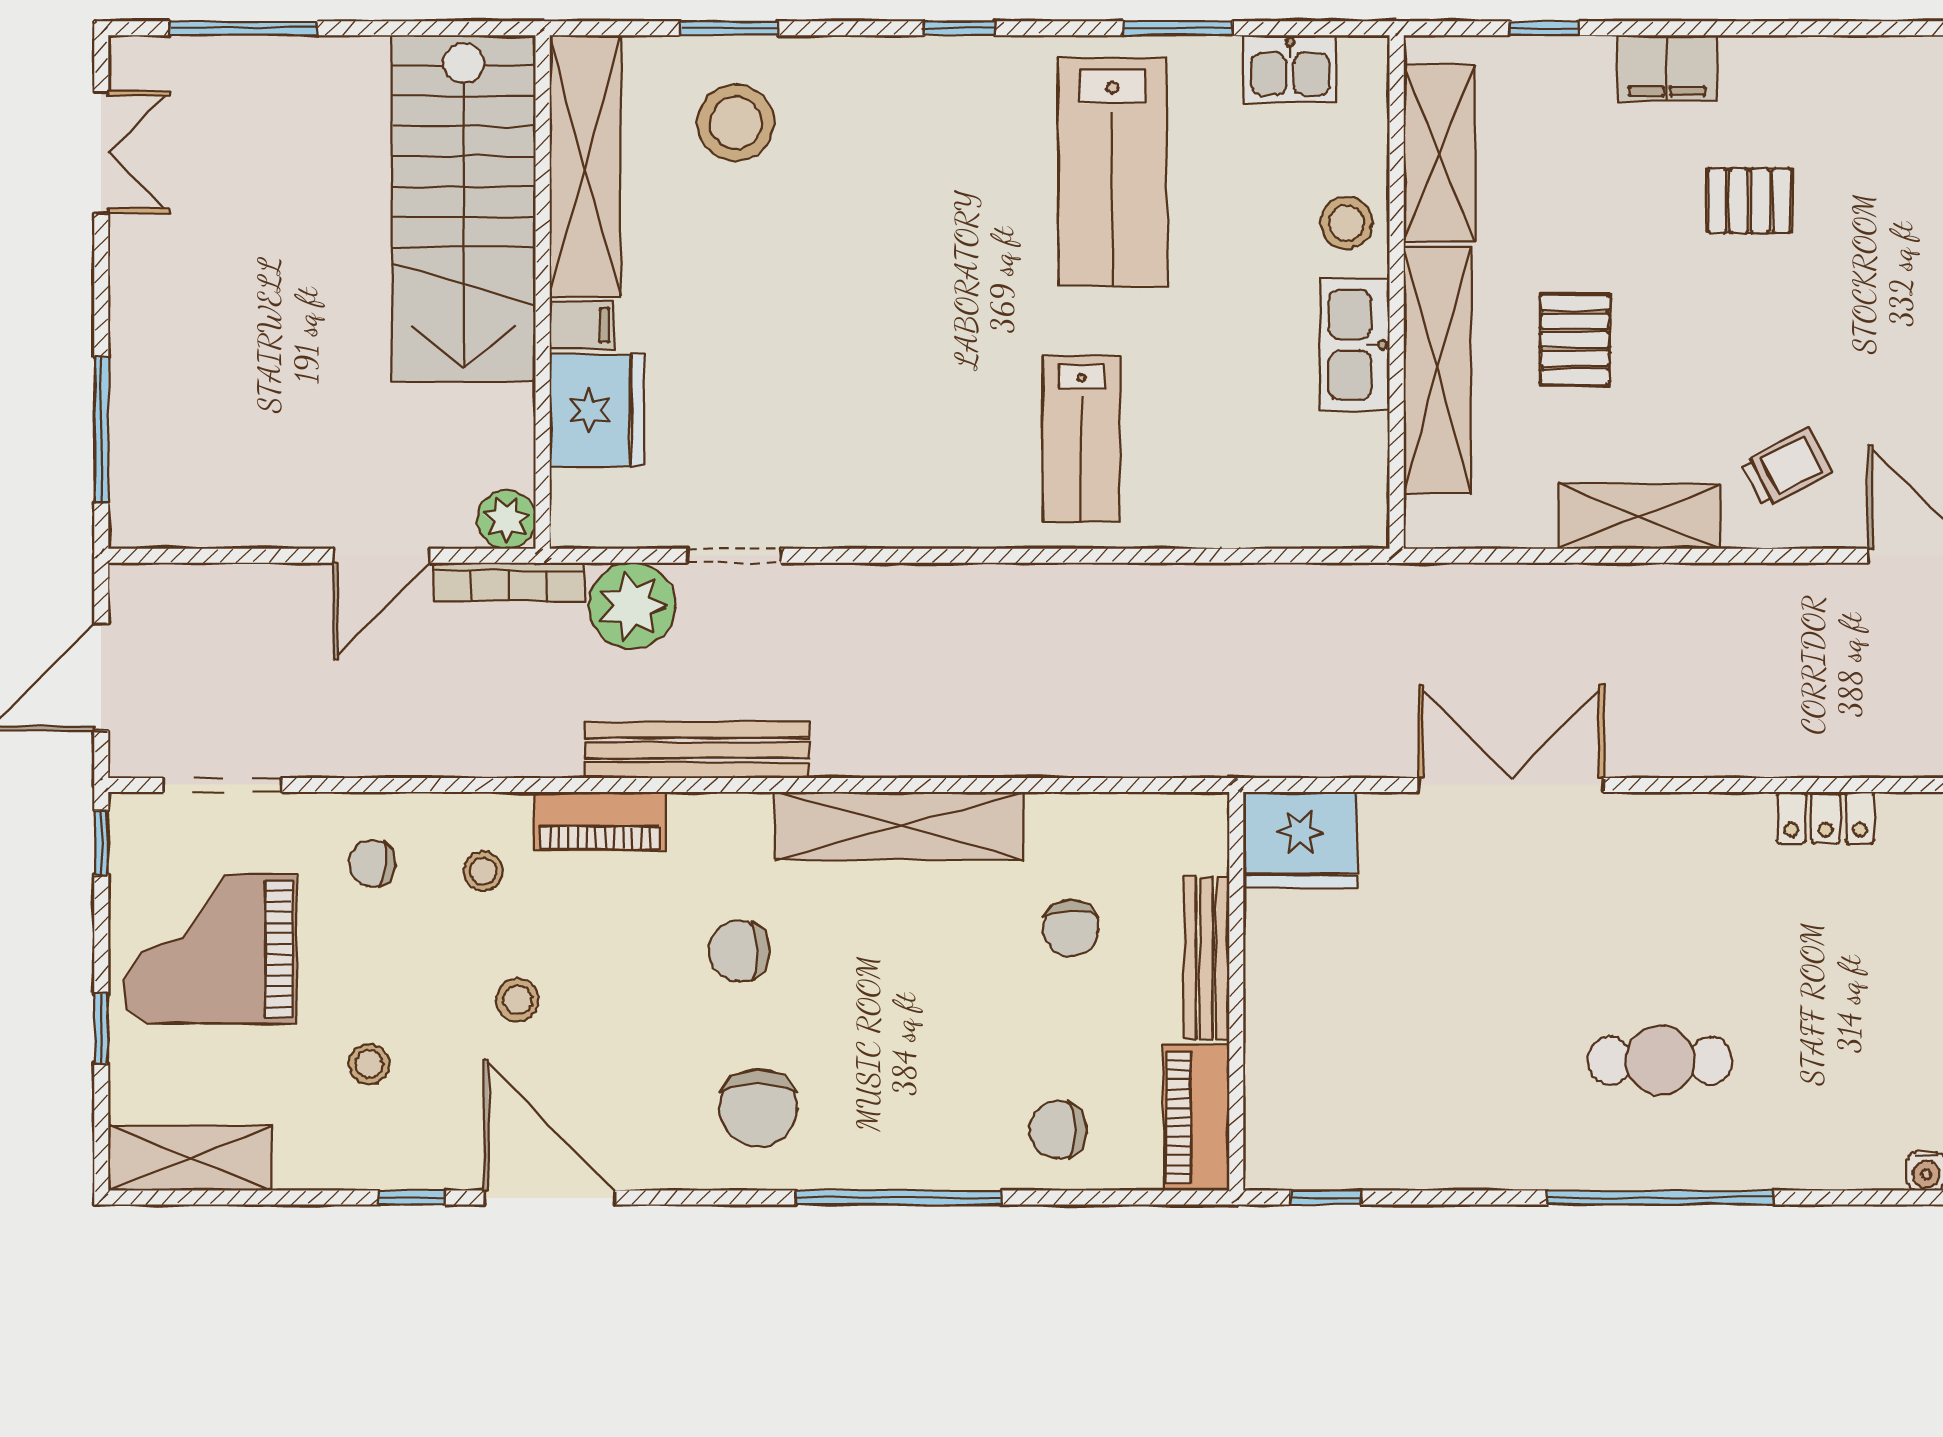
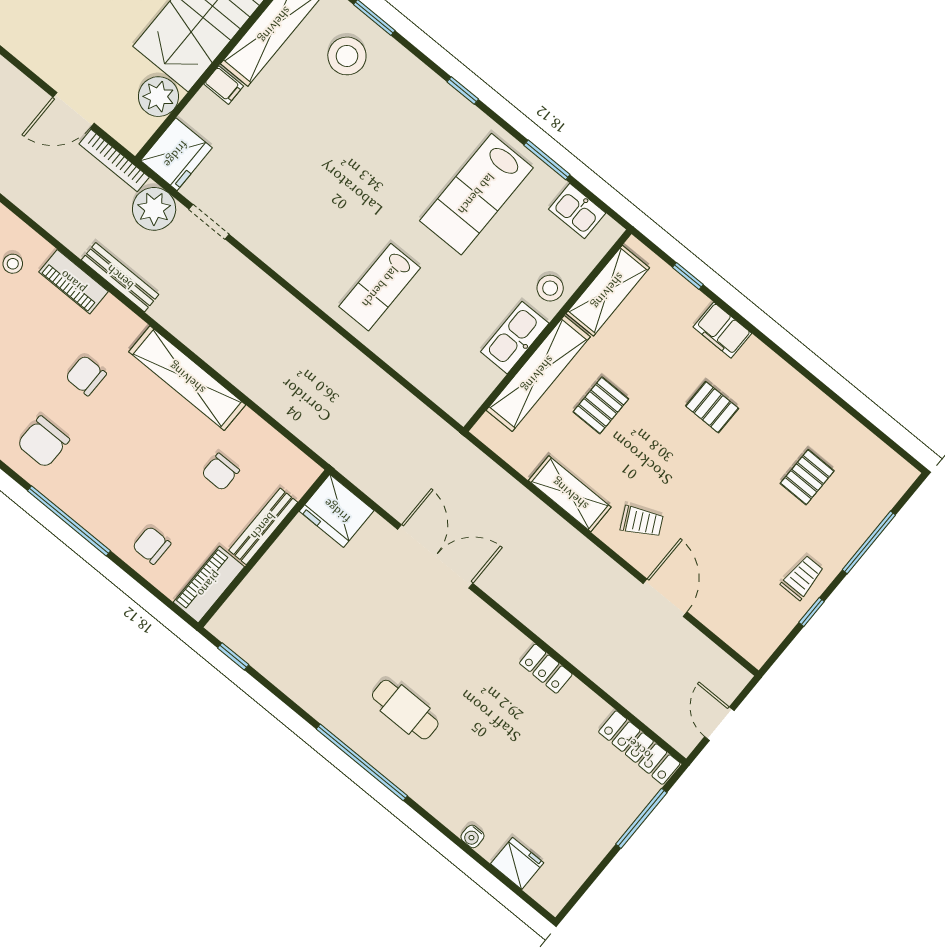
fridge: (597, 410) -> (176, 154), moved
plant: (506, 519) -> (158, 97), moved, width x1.36, depth x1.36
bench: (697, 750) -> (120, 277), width x0.73, depth x0.82

